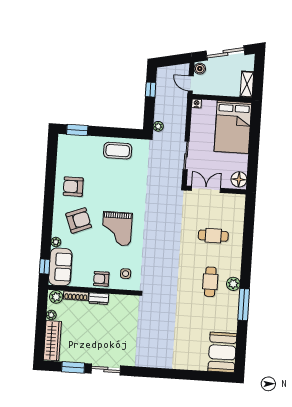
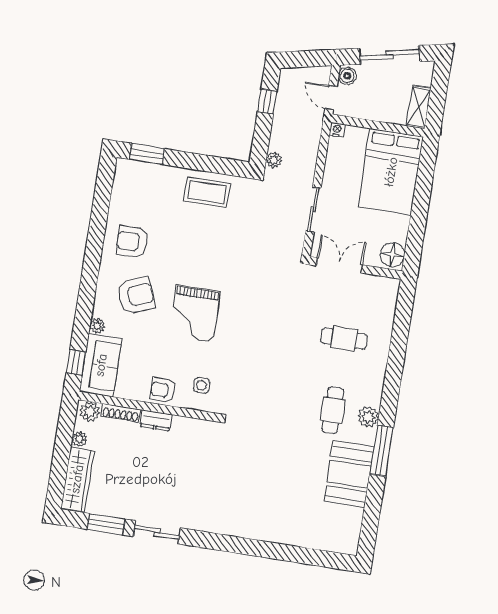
booth: (222, 352) -> (349, 474), moved

